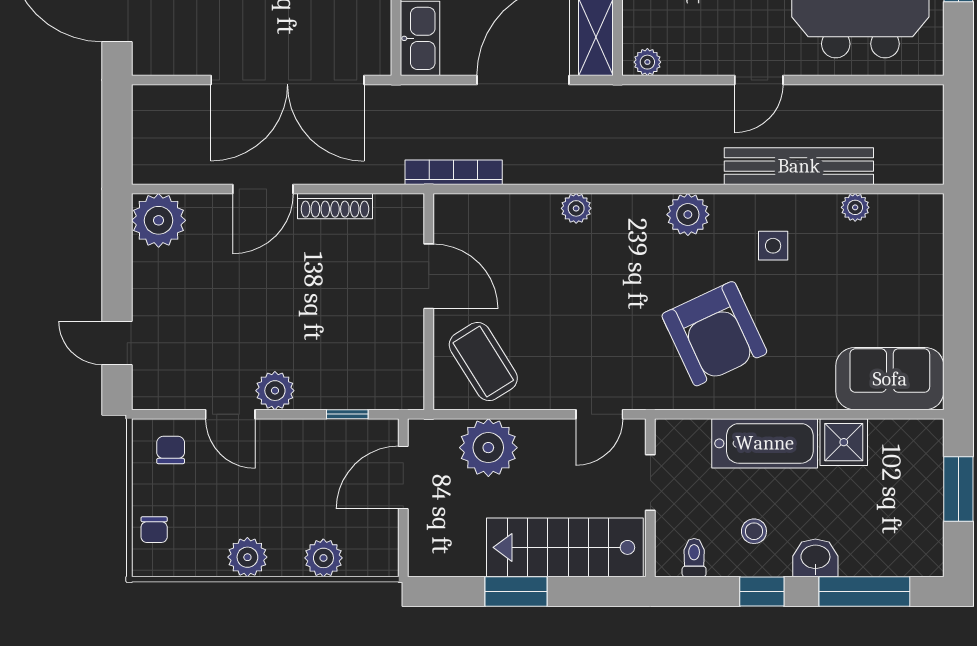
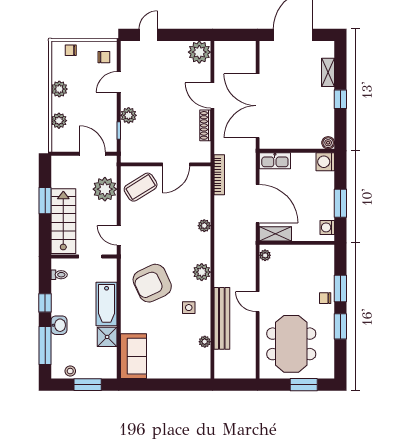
plant: (275, 391) -> (129, 115), moved
stool: (754, 531) -> (70, 371), moved

